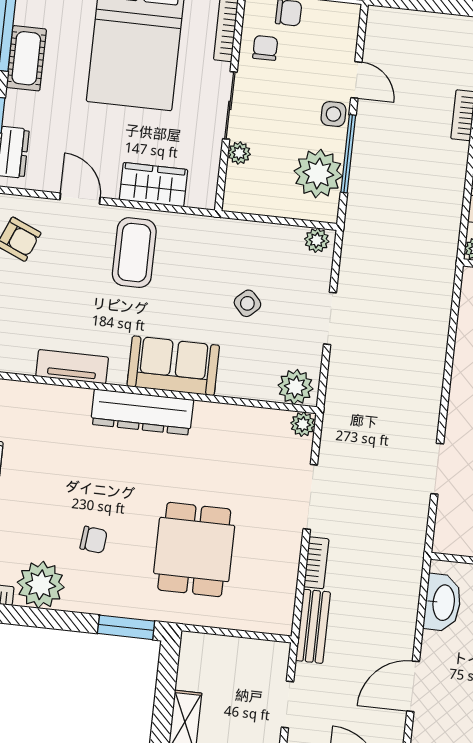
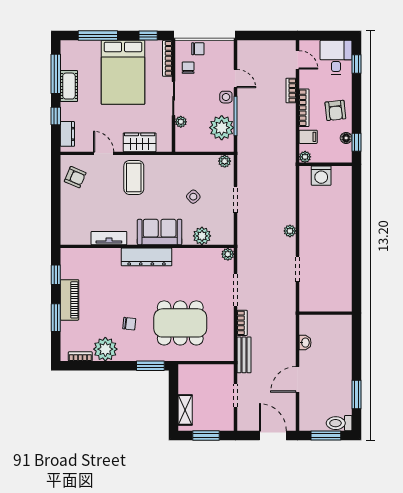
plant: (296, 387) -> (202, 236), moved
plant: (430, 392) -> (290, 231), added
dining table: (194, 550) -> (180, 323), width x1.38
washbasin: (443, 603) -> (305, 343), width x0.52, depth x0.69

